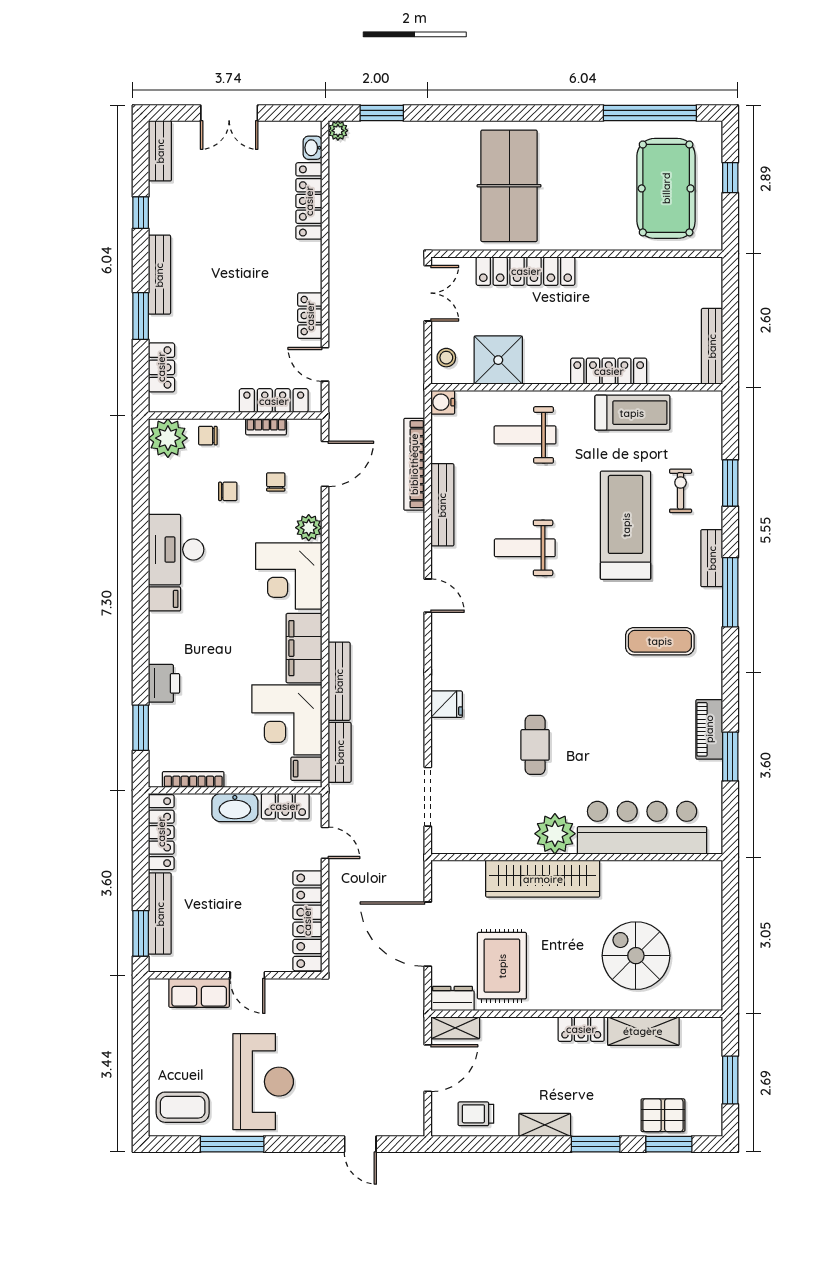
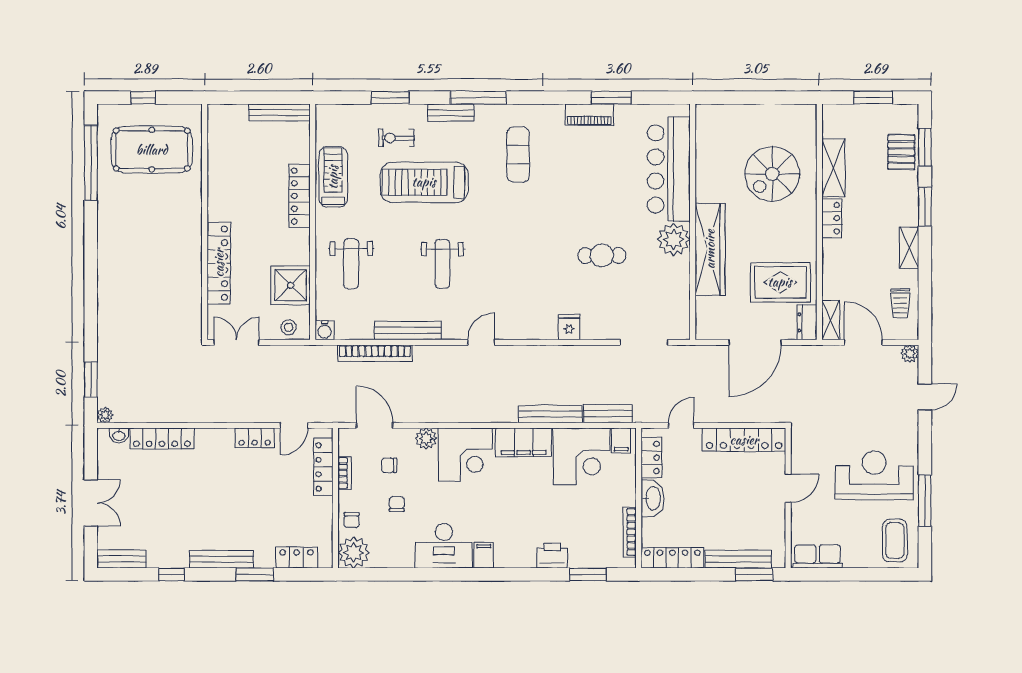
table tennis table: (509, 186) -> (150, 277), removed
row of seats: (199, 993) -> (817, 557), moved, turned -90
plant: (414, 1126) -> (910, 354), added

